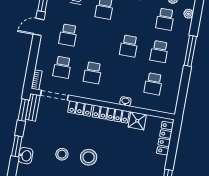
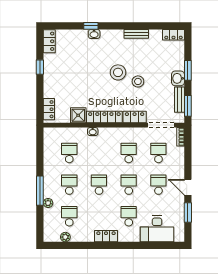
plant: (189, 14) -> (48, 203), moved
door: (39, 27) -> (188, 187), swing flipped
school desk: (98, 40) -> (129, 185), added
bench: (33, 107) -> (179, 100), moved
locker: (165, 138) -> (49, 109), width x0.66
stool: (62, 154) -> (138, 81), moved
washbasin: (26, 156) -> (178, 78), moved

